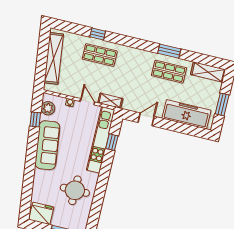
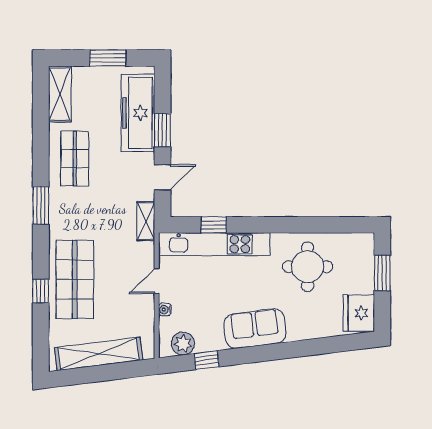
window: (169, 51) -> (41, 206), moved
shop shelf: (100, 55) -> (75, 279), width x1.43, depth x1.36
shelving: (110, 101) -> (146, 221), moved
door: (146, 119) -> (162, 177), swing flipped
window: (173, 126) -> (162, 130), added
sofa: (47, 145) -> (255, 329), width x0.73

